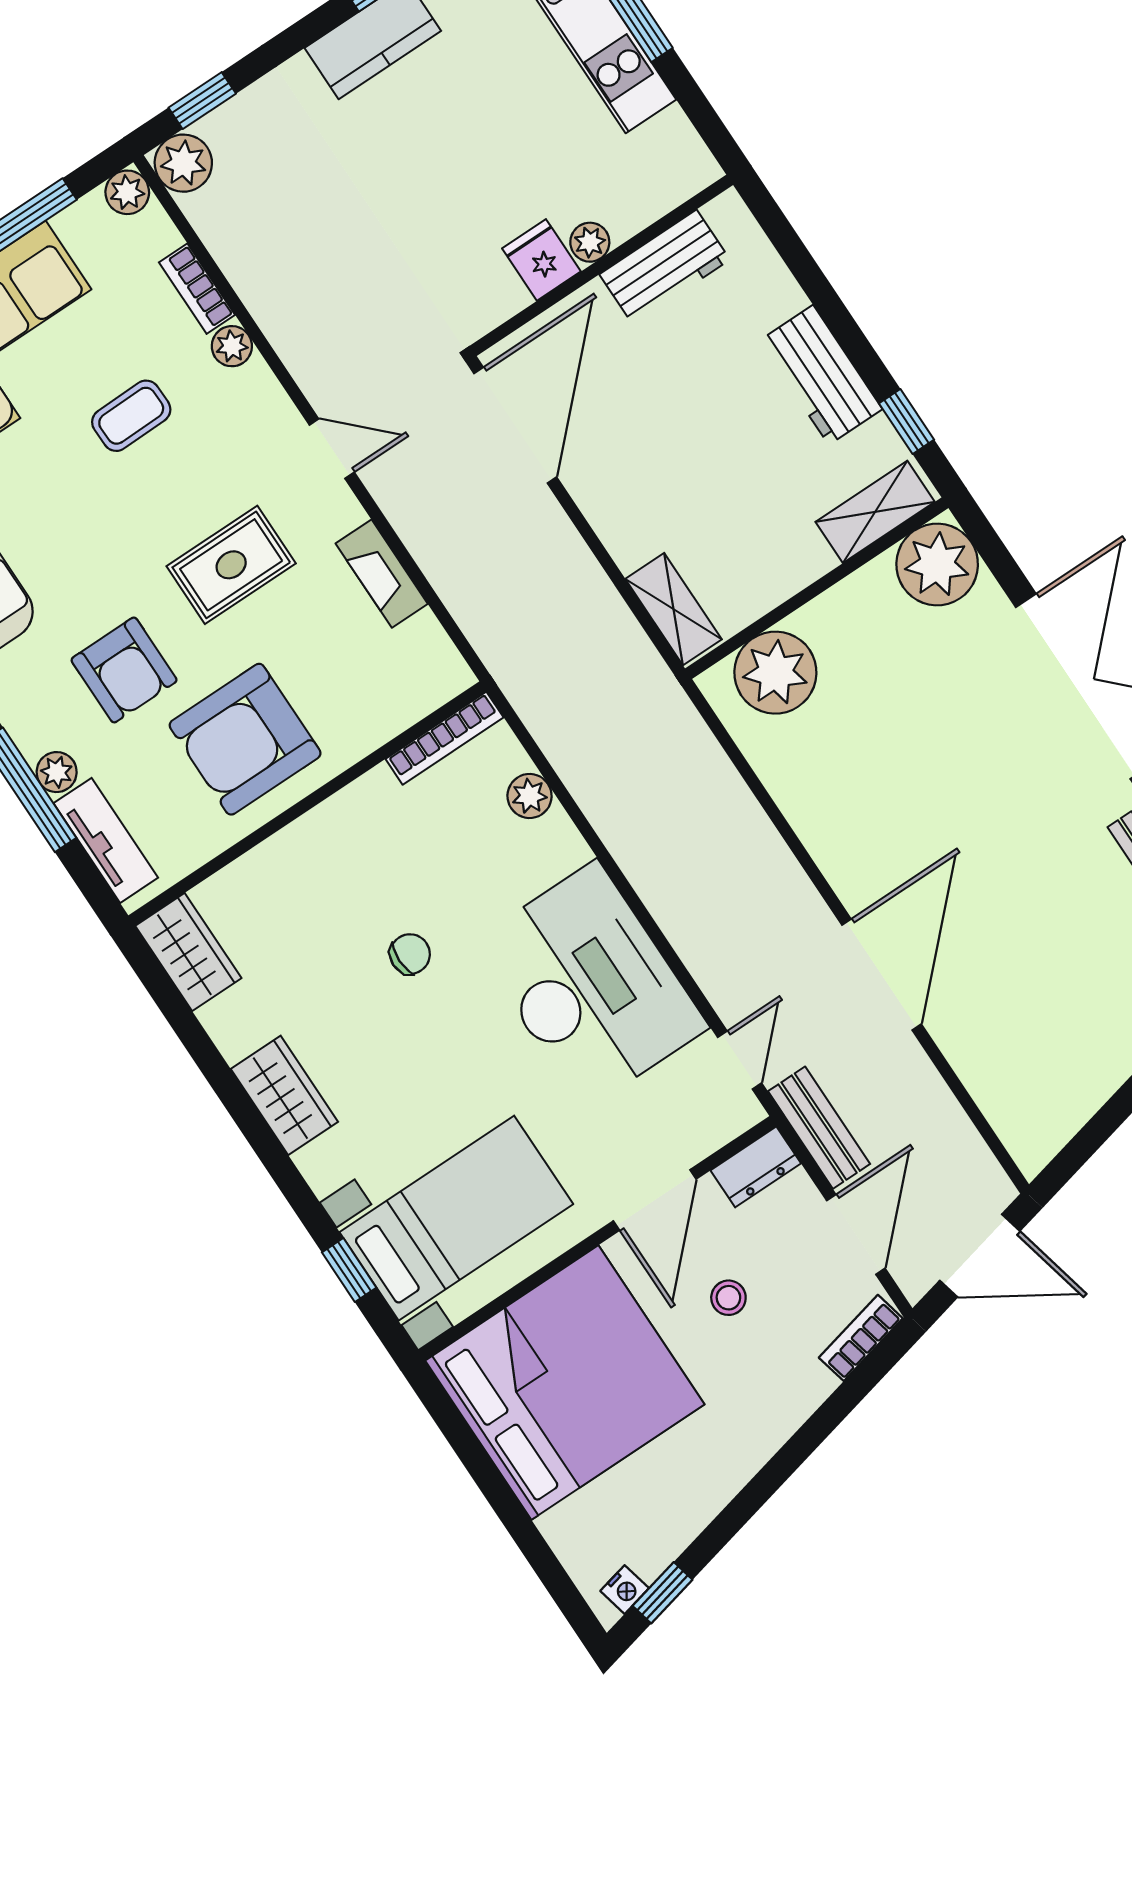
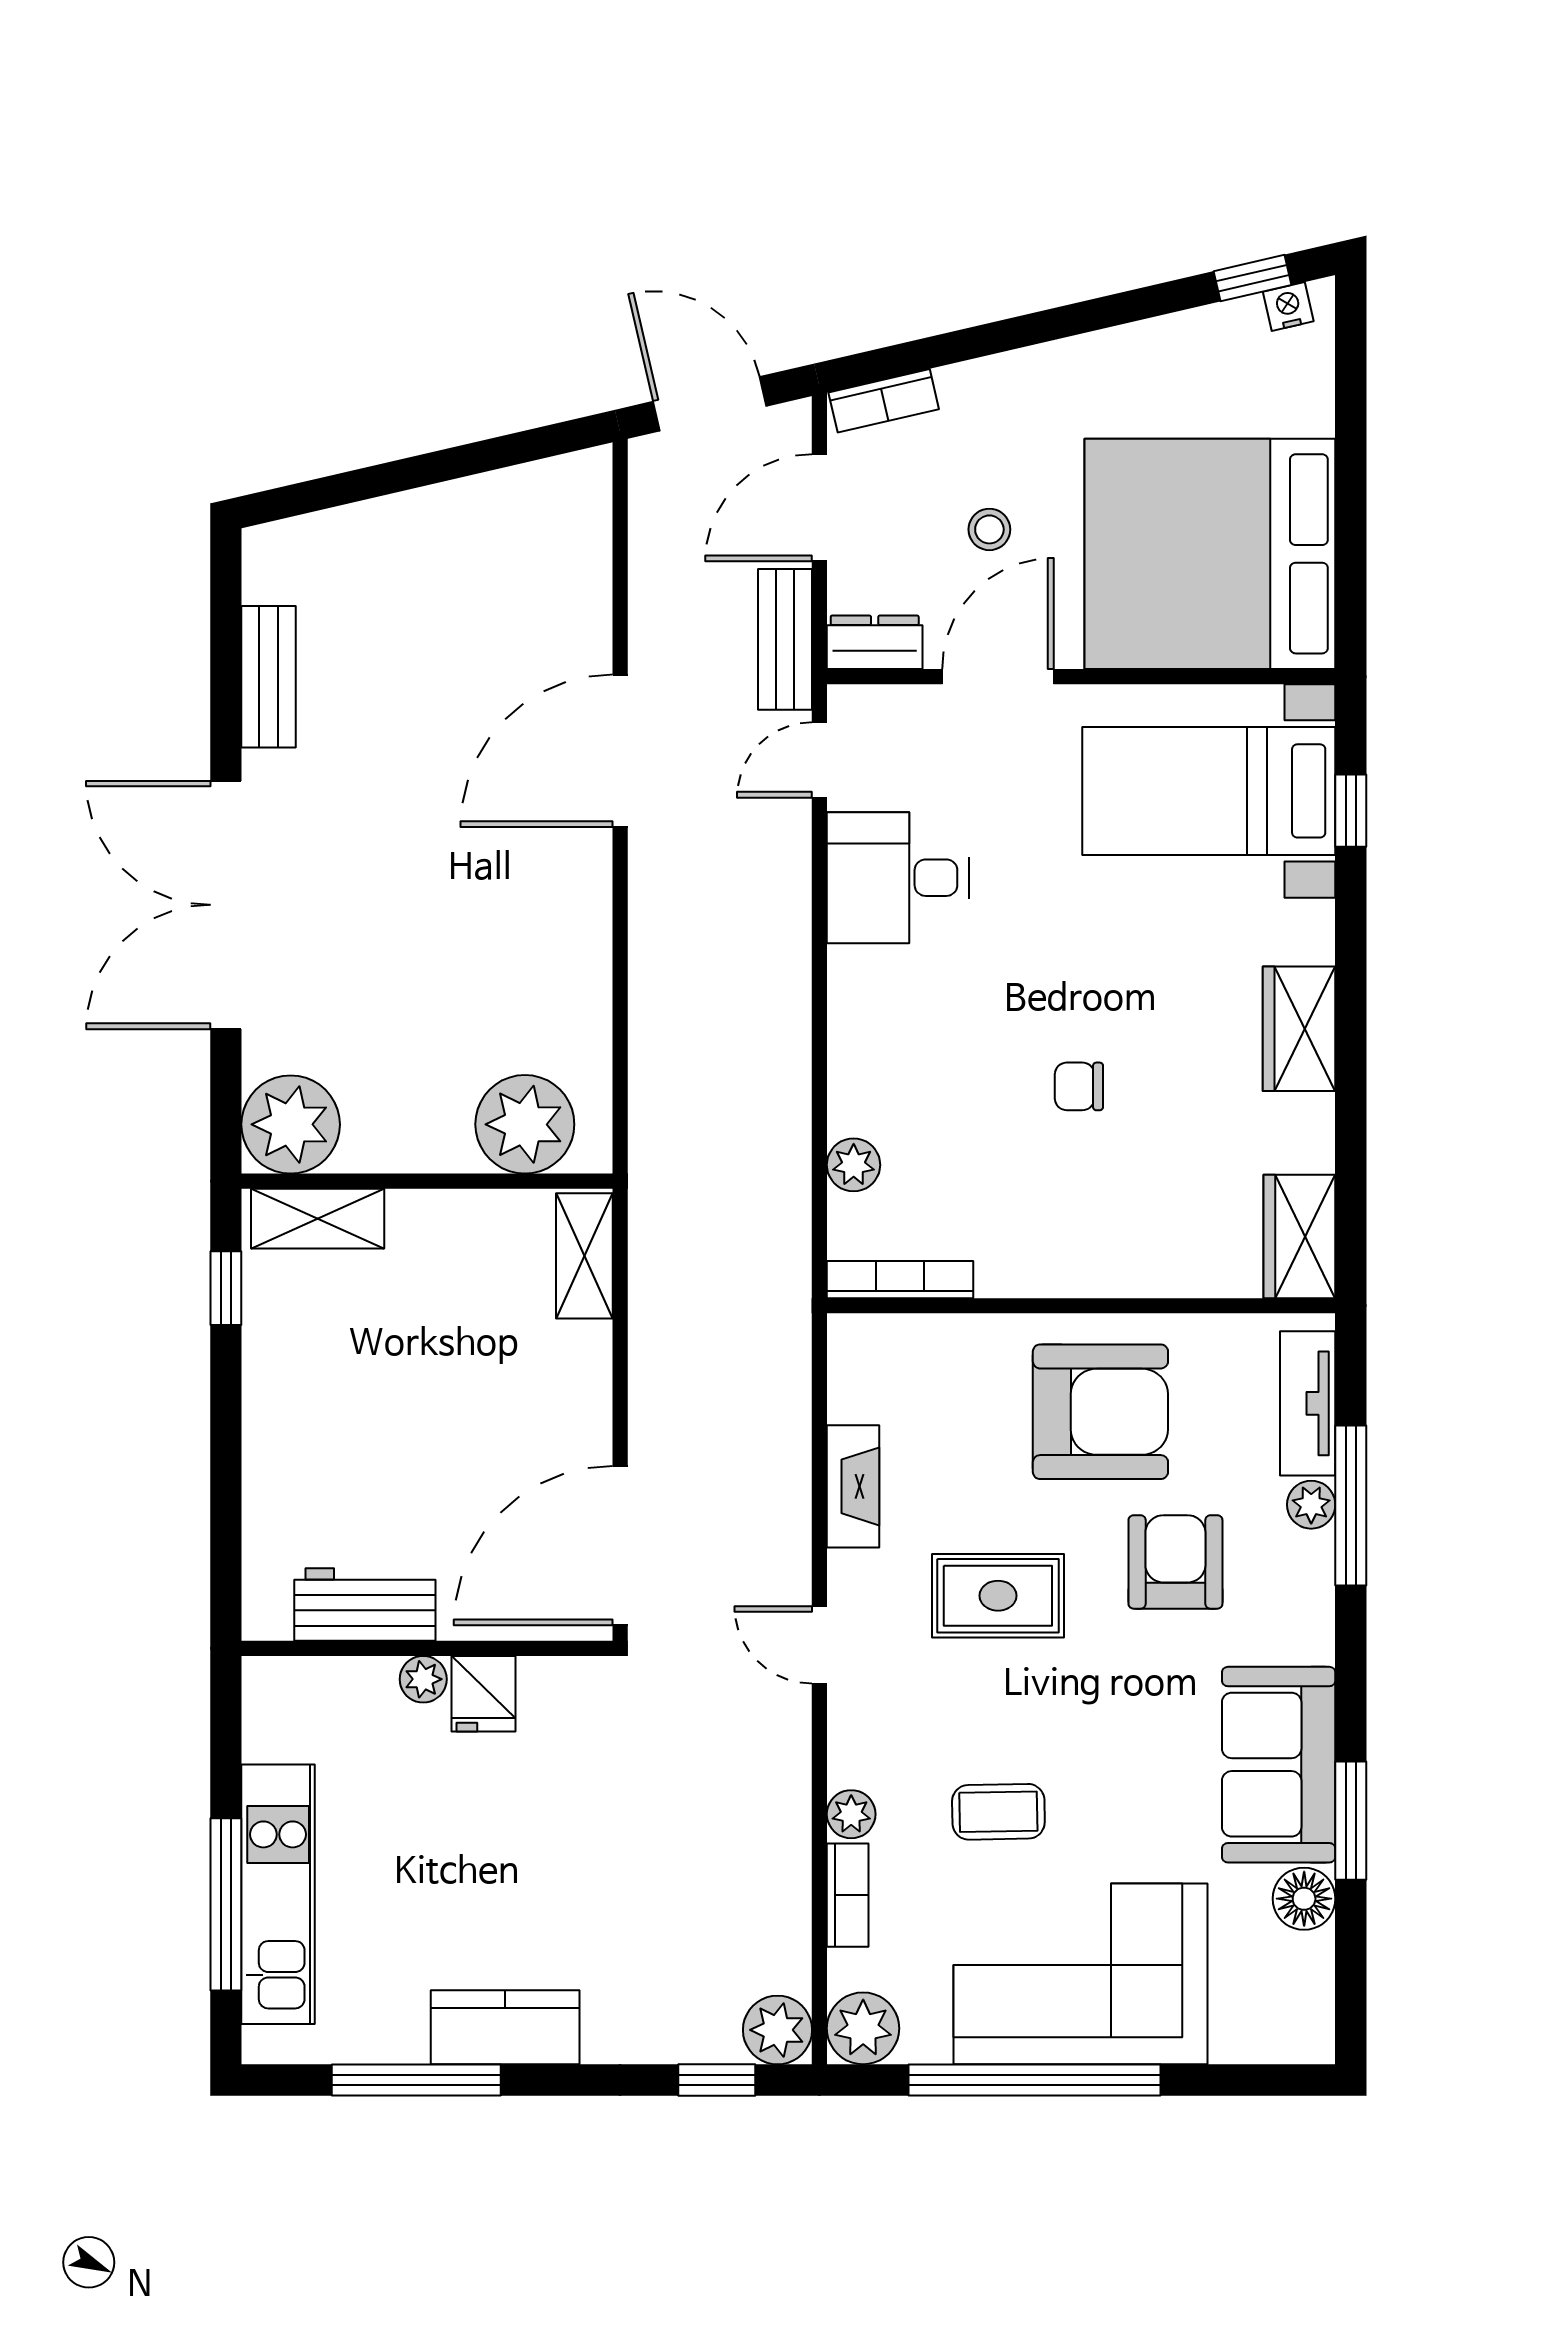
plant: (127, 192) -> (863, 2028), width x1.38, depth x1.38
workbench: (821, 375) -> (280, 1392), removed
desk: (590, 985) -> (898, 878), width x0.53, depth x0.77

